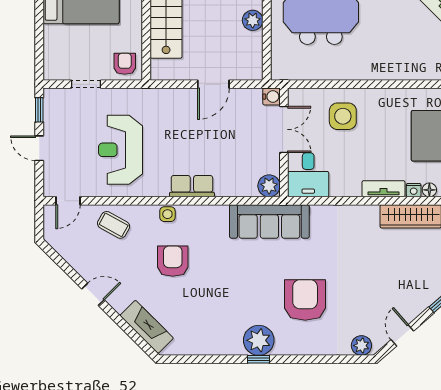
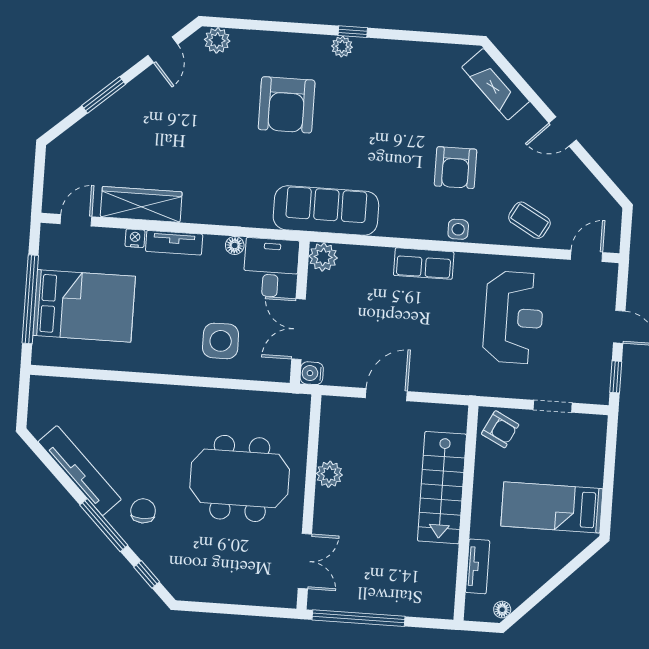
armchair: (125, 64) -> (500, 429), turned -63
floor lamp: (429, 190) -> (235, 245), moved
plant: (259, 340) -> (342, 47), width x0.53, depth x0.53

